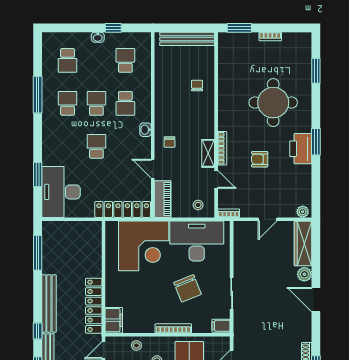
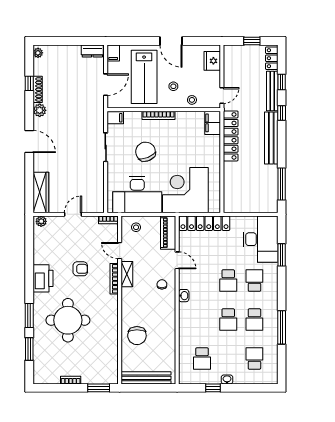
chair: (197, 86) -> (137, 336), width x1.87, depth x1.87
school desk: (125, 103) -> (254, 281), moved
window: (316, 142) -> (29, 315), moved
plant: (304, 274) -> (40, 110), moved

